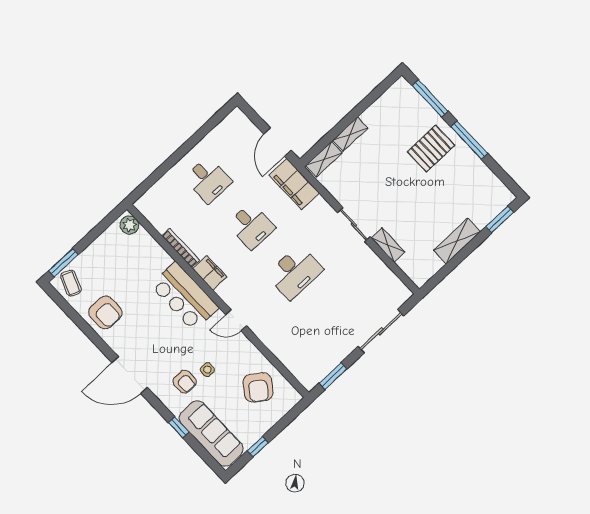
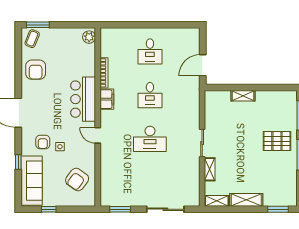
shelving: (324, 159) -> (217, 201), moved
filing cabinet: (294, 184) -> (191, 94), removed

